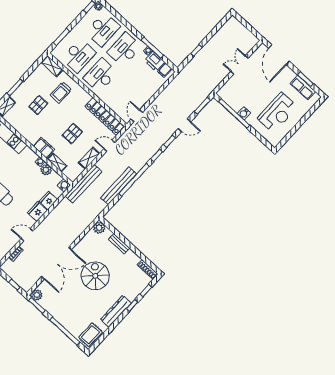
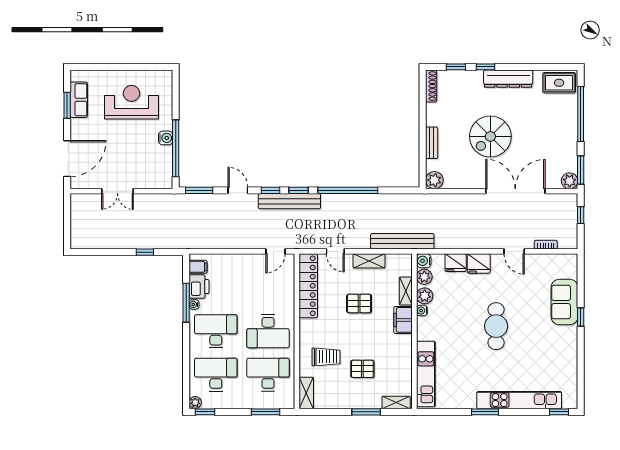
desk: (124, 49) -> (216, 331), turned 180
plant: (56, 178) -> (424, 277), added
bench: (119, 186) -> (289, 201), moved

